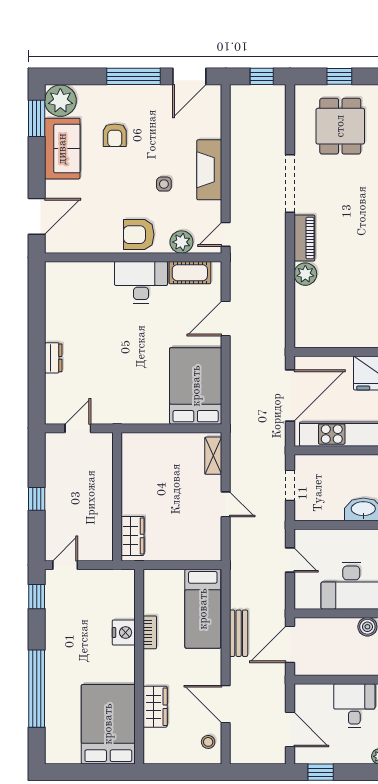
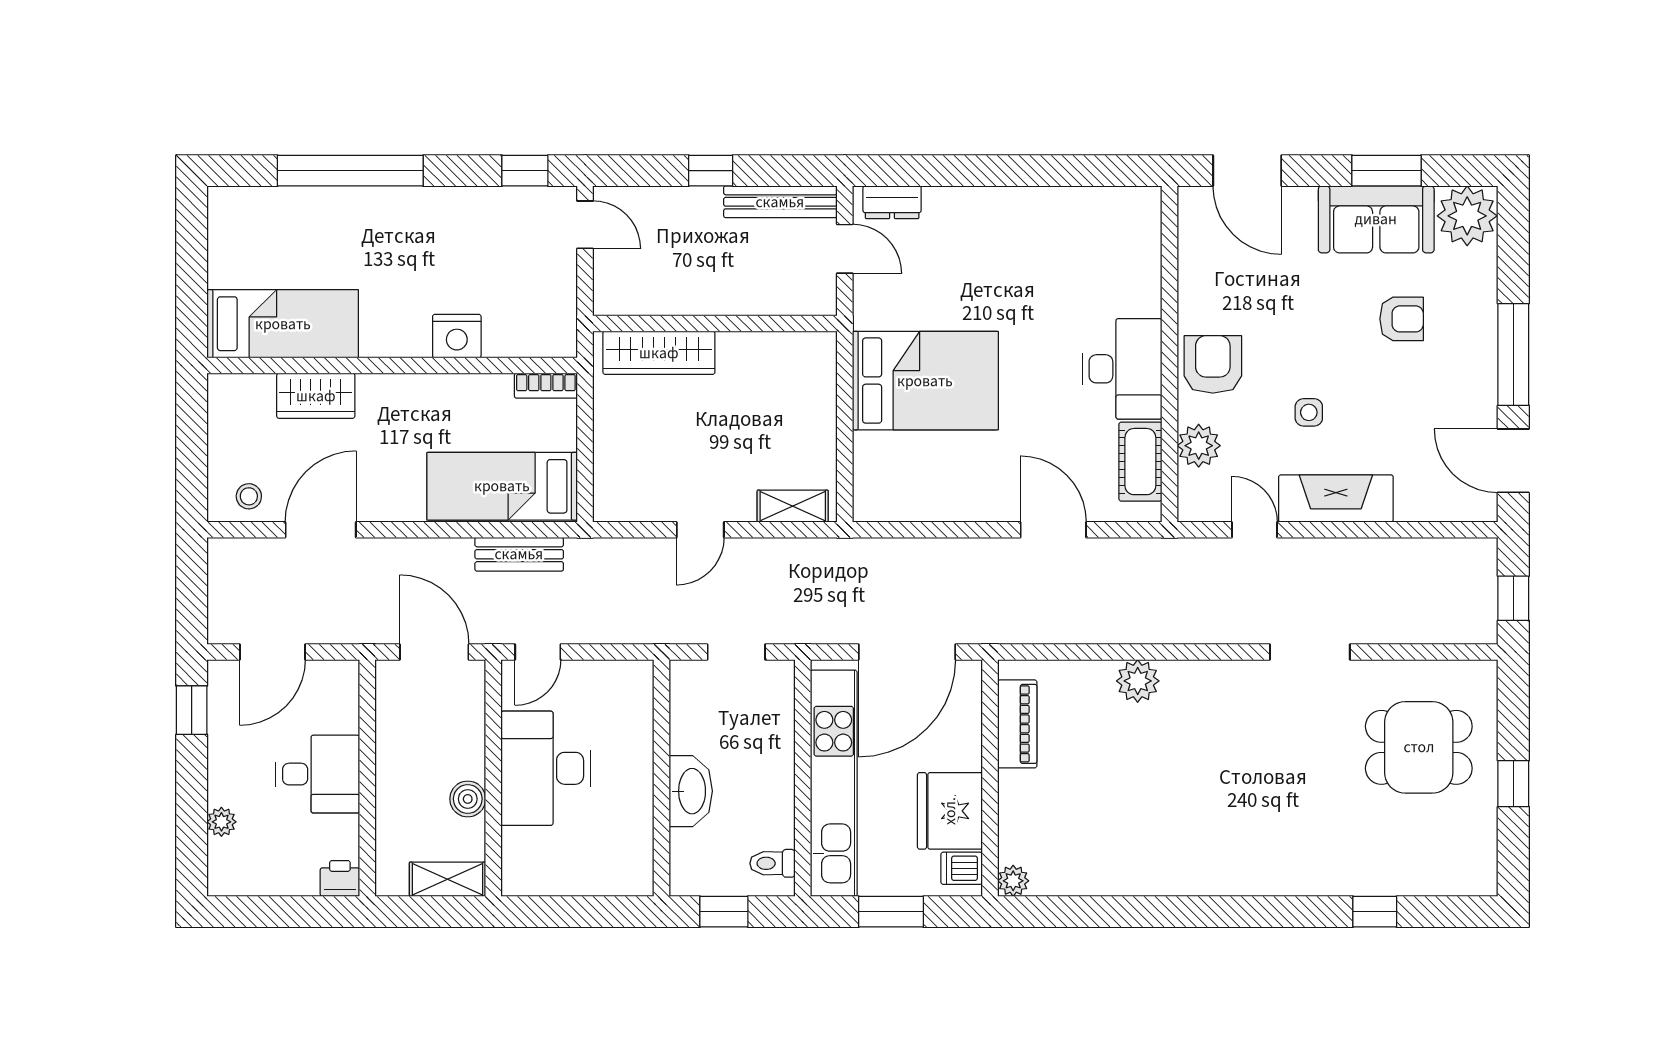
window: (339, 76) -> (1513, 784), moved
window: (37, 118) -> (1386, 171), moved
armchair: (115, 135) -> (1402, 319), turned 180
doorway: (290, 183) -> (1310, 652), width x0.73
door: (226, 234) -> (1255, 530), moved
piano: (304, 238) -> (1017, 724), moved, turned -90
dresser: (53, 358) -> (892, 202), moved
bed: (196, 386) -> (925, 381), moved
door: (290, 396) -> (907, 652), hinge flipped
bench: (53, 462) -> (780, 202), added
wardrobe: (133, 536) -> (659, 353), width x1.50
door: (290, 560) -> (538, 652), moved
bookcase: (150, 632) -> (546, 386), moved
bench: (239, 633) -> (519, 554), moved
bed: (108, 724) -> (283, 324), width x0.67

